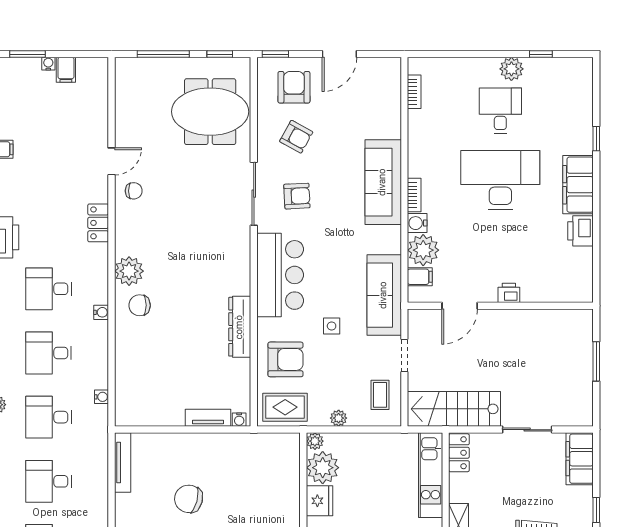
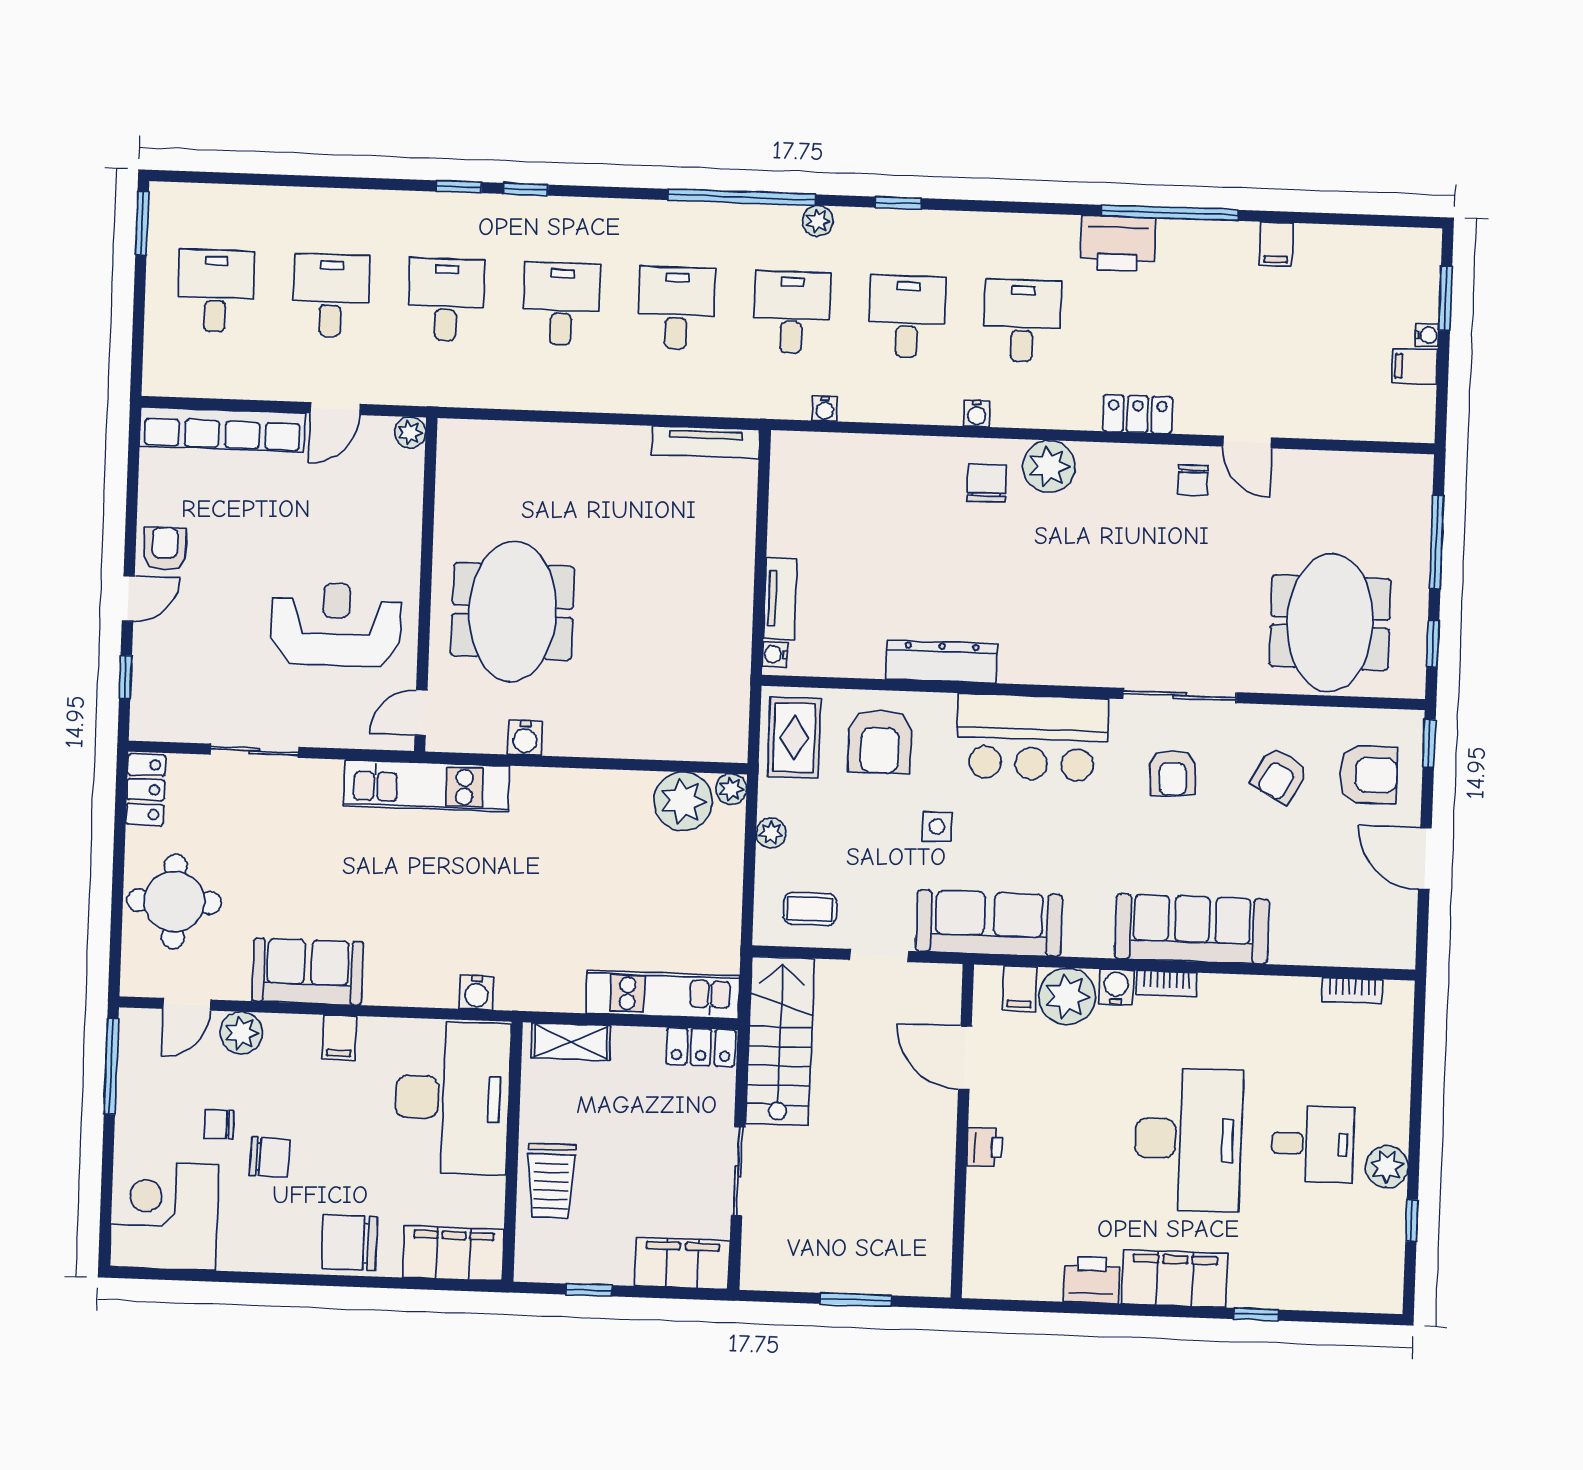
chair: (189, 499) -> (636, 558), removed
fridge: (320, 501) -> (624, 793), removed

